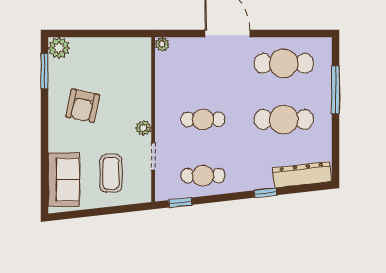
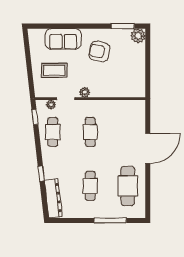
plant: (162, 44) -> (51, 105), moved
cafe table: (284, 119) -> (90, 186), width x0.73, depth x0.74
sofa: (64, 180) -> (63, 39), moved

